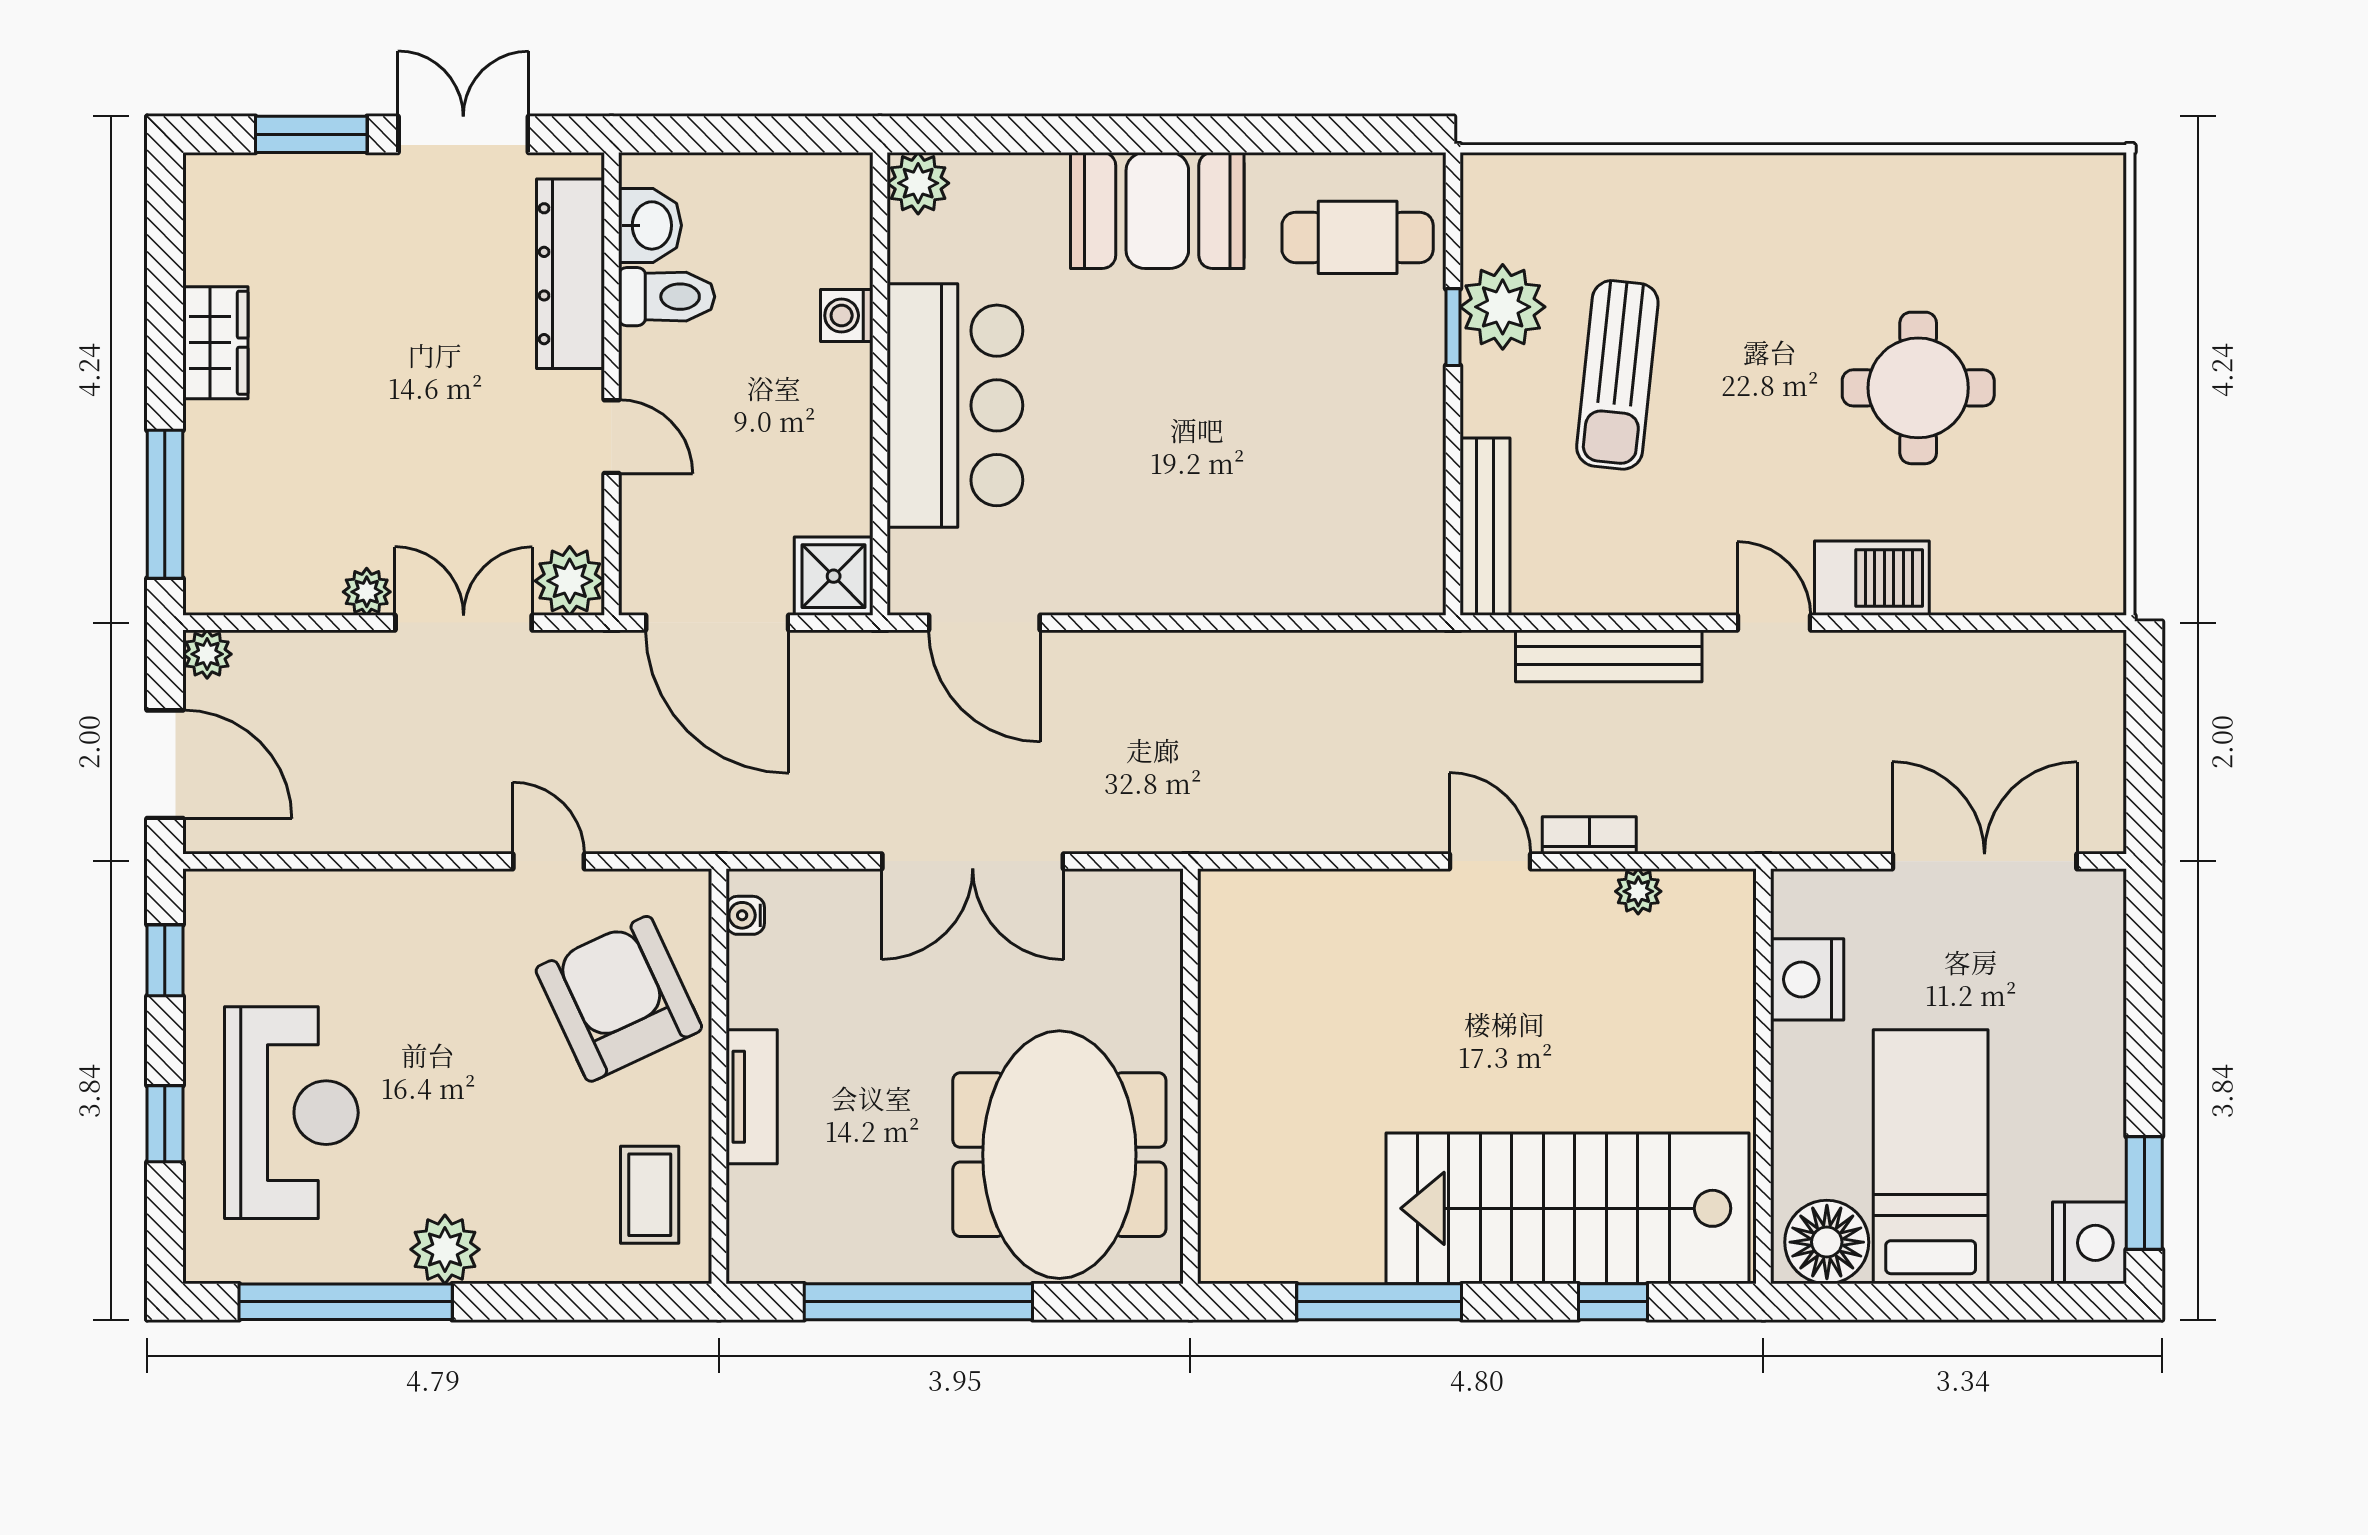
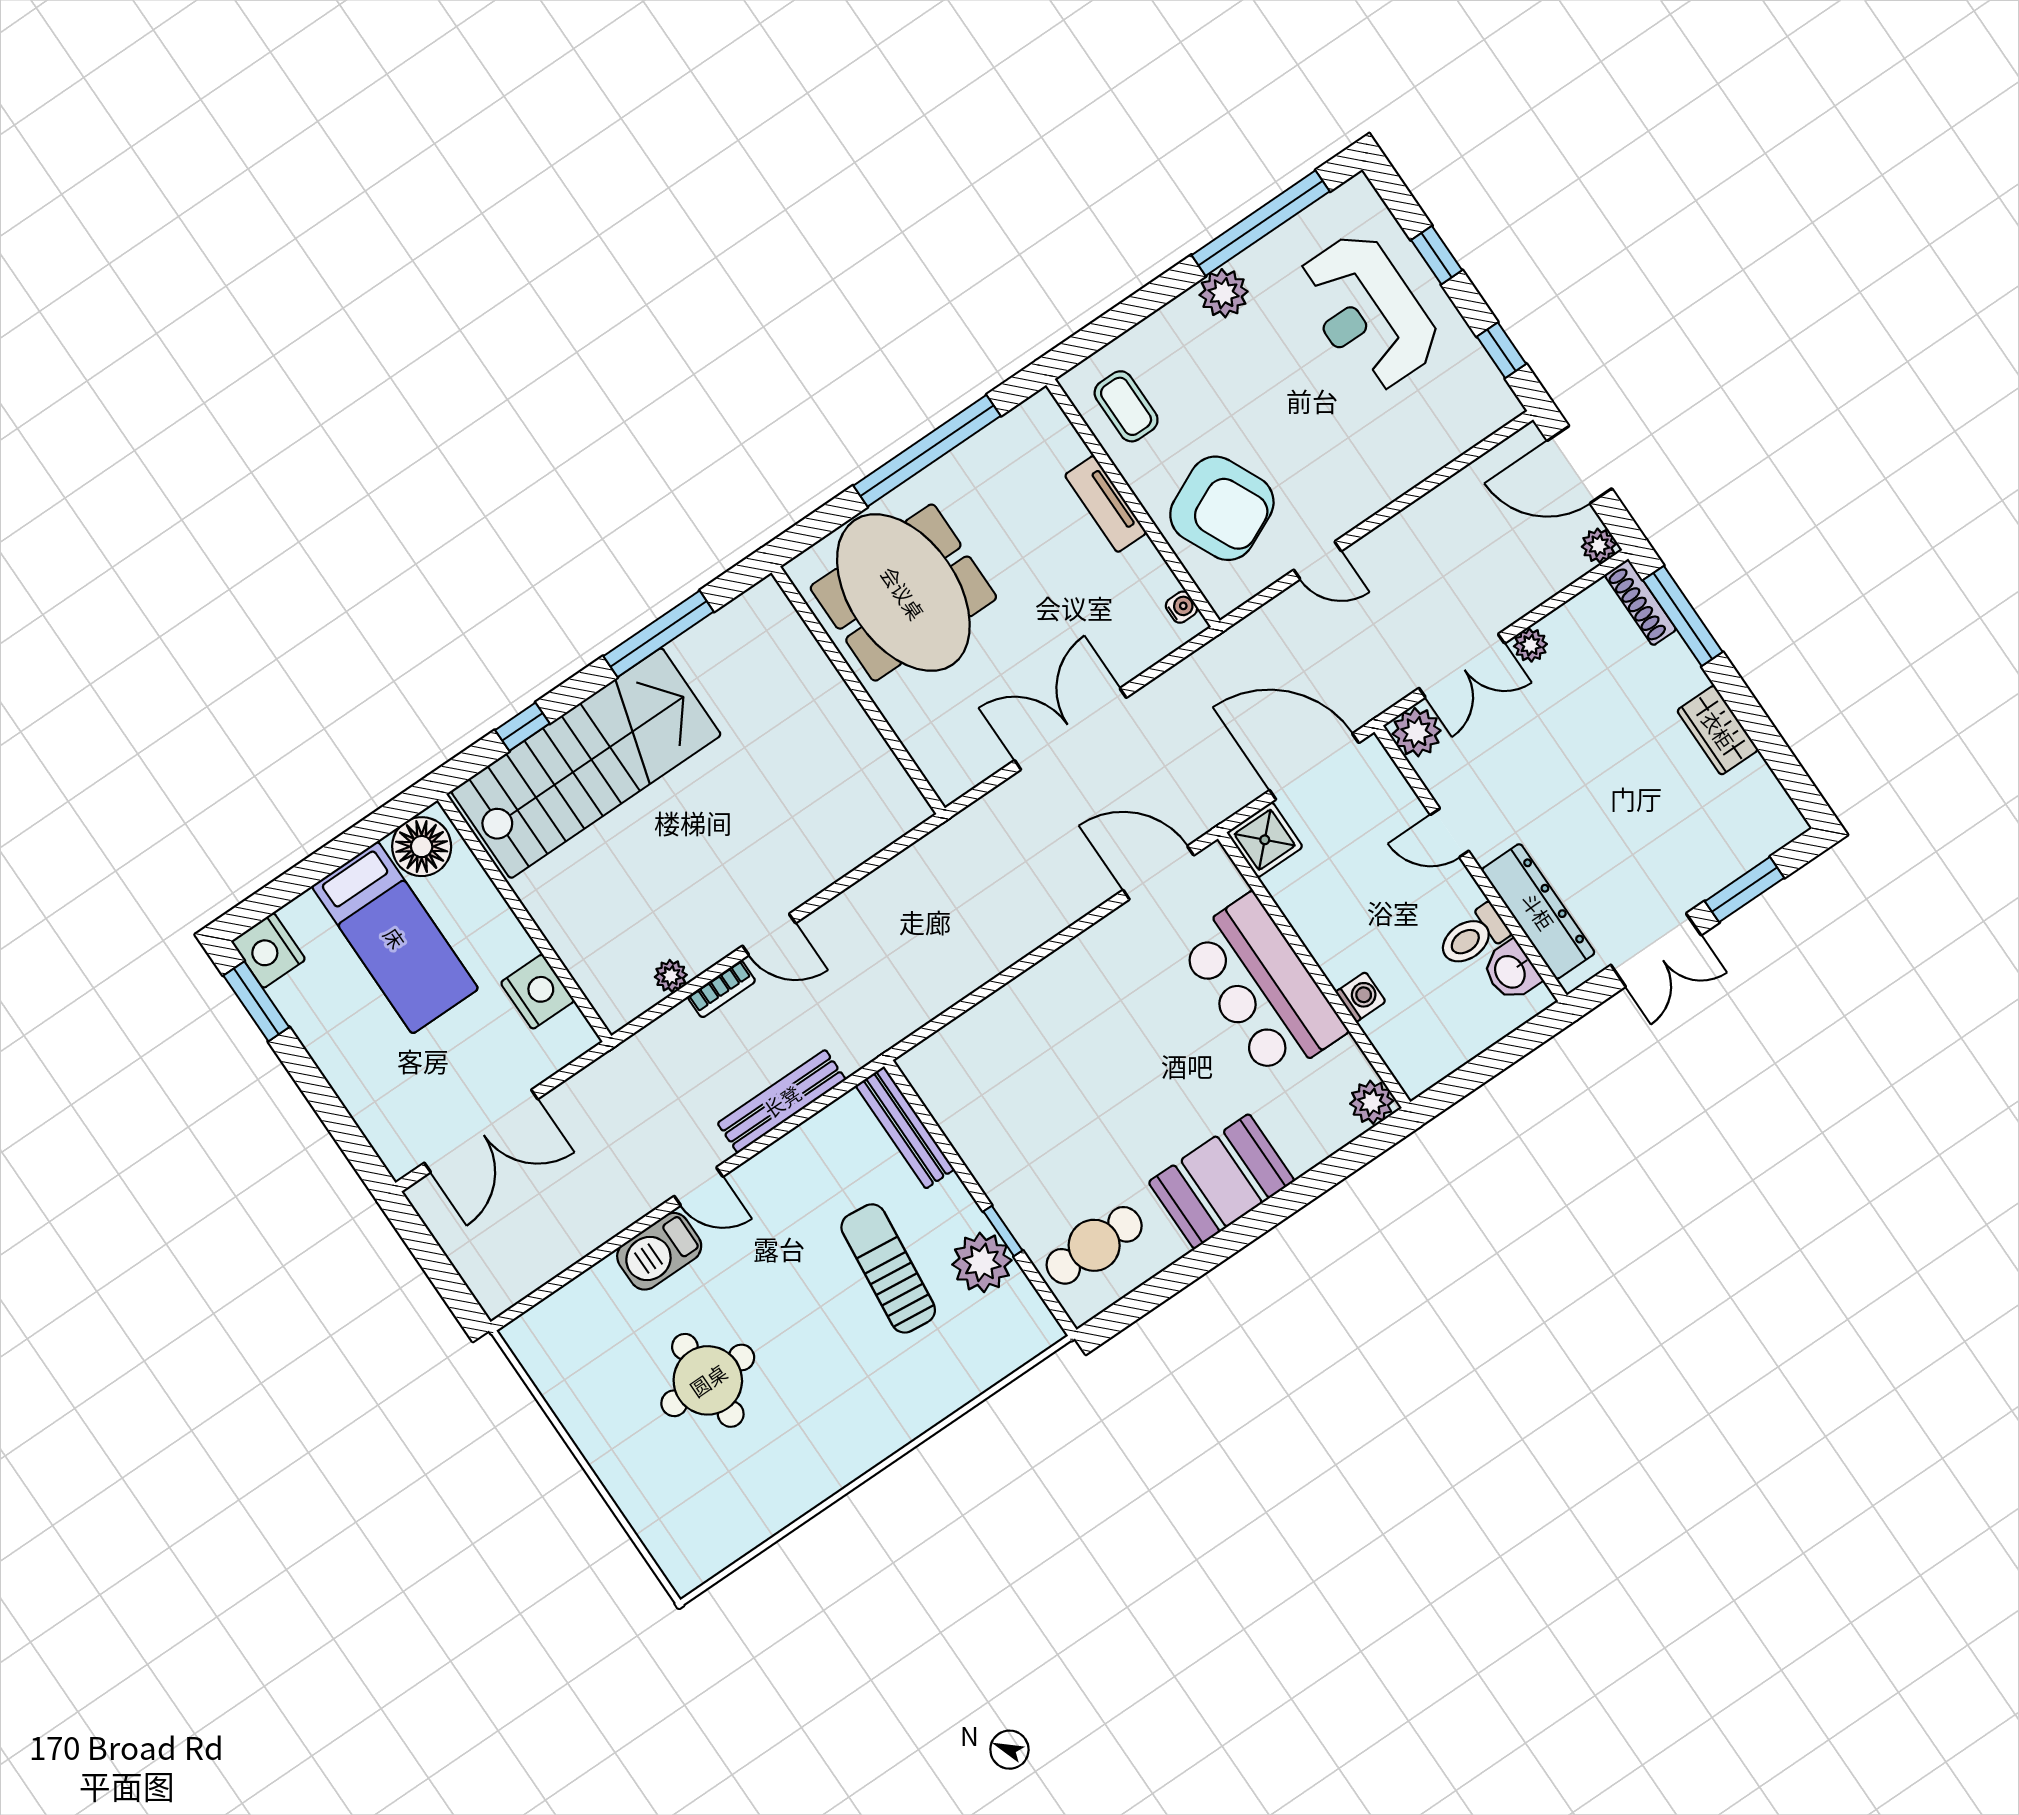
shoe rack: (204, 554) -> (1640, 602), added

